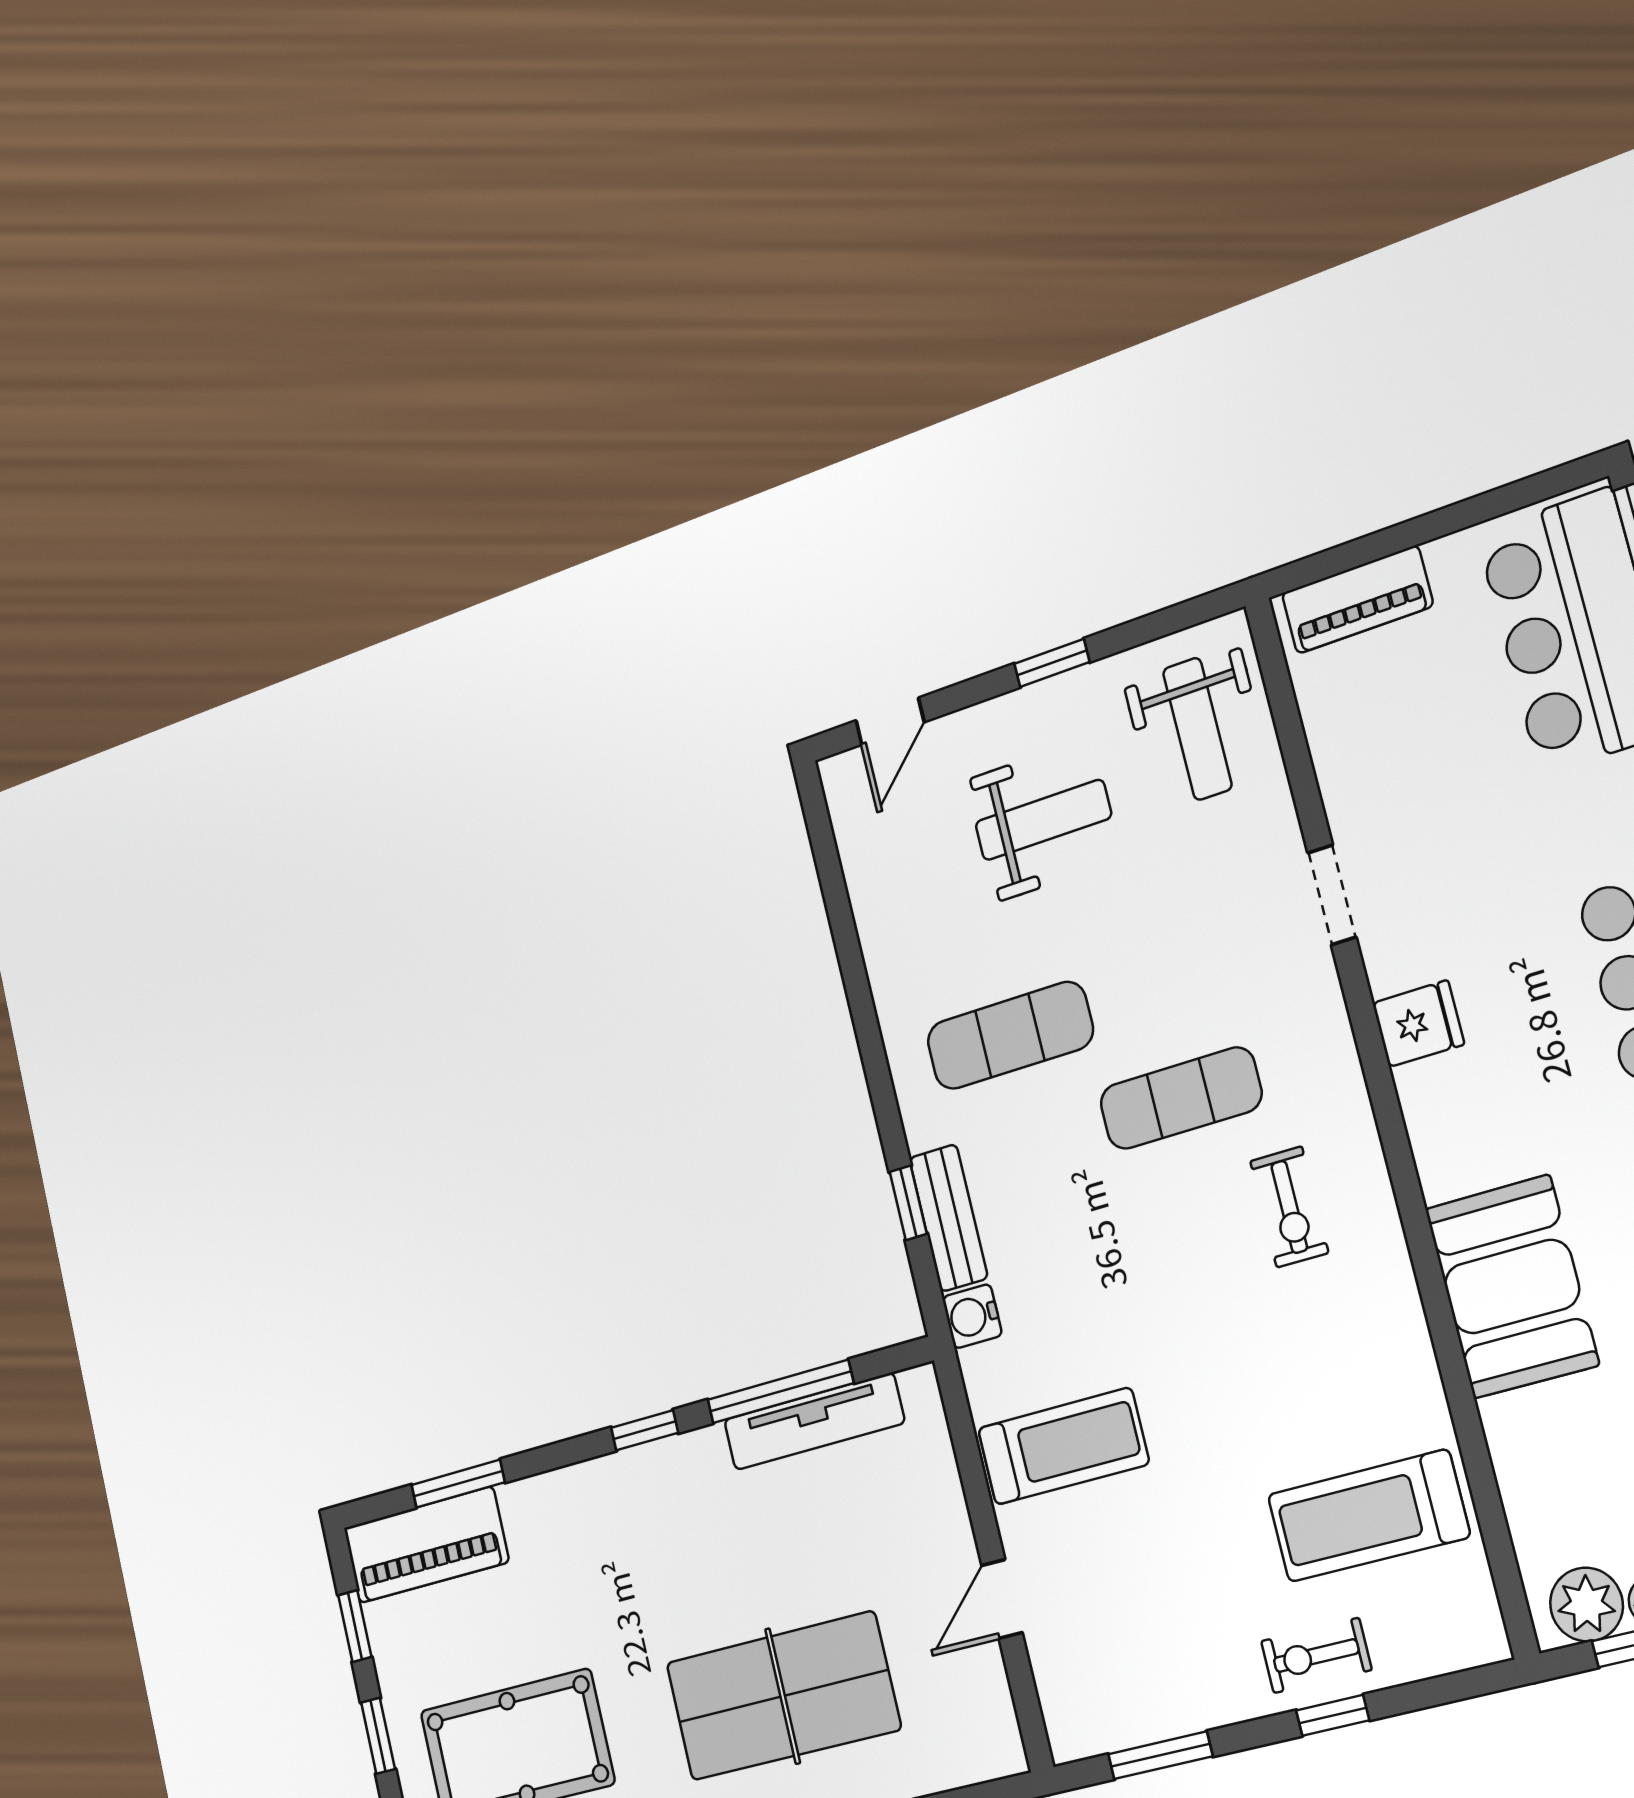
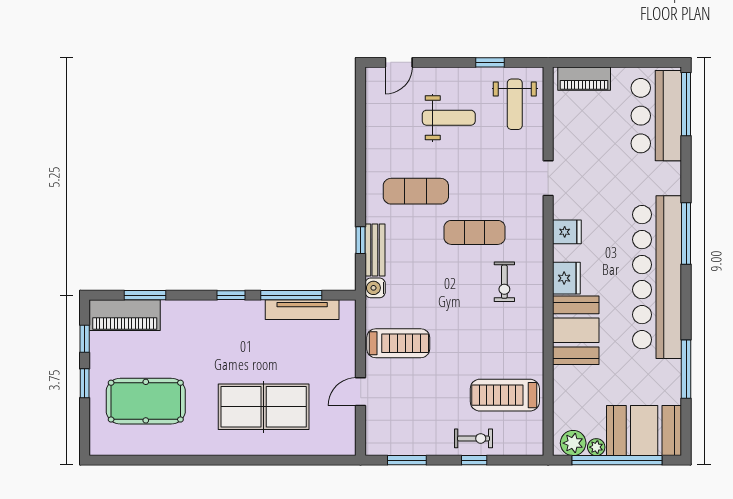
window: (1052, 663) -> (490, 62), moved
fridge: (1449, 1150) -> (566, 278), added
exercise bike: (1316, 1656) -> (474, 438), turned 180

